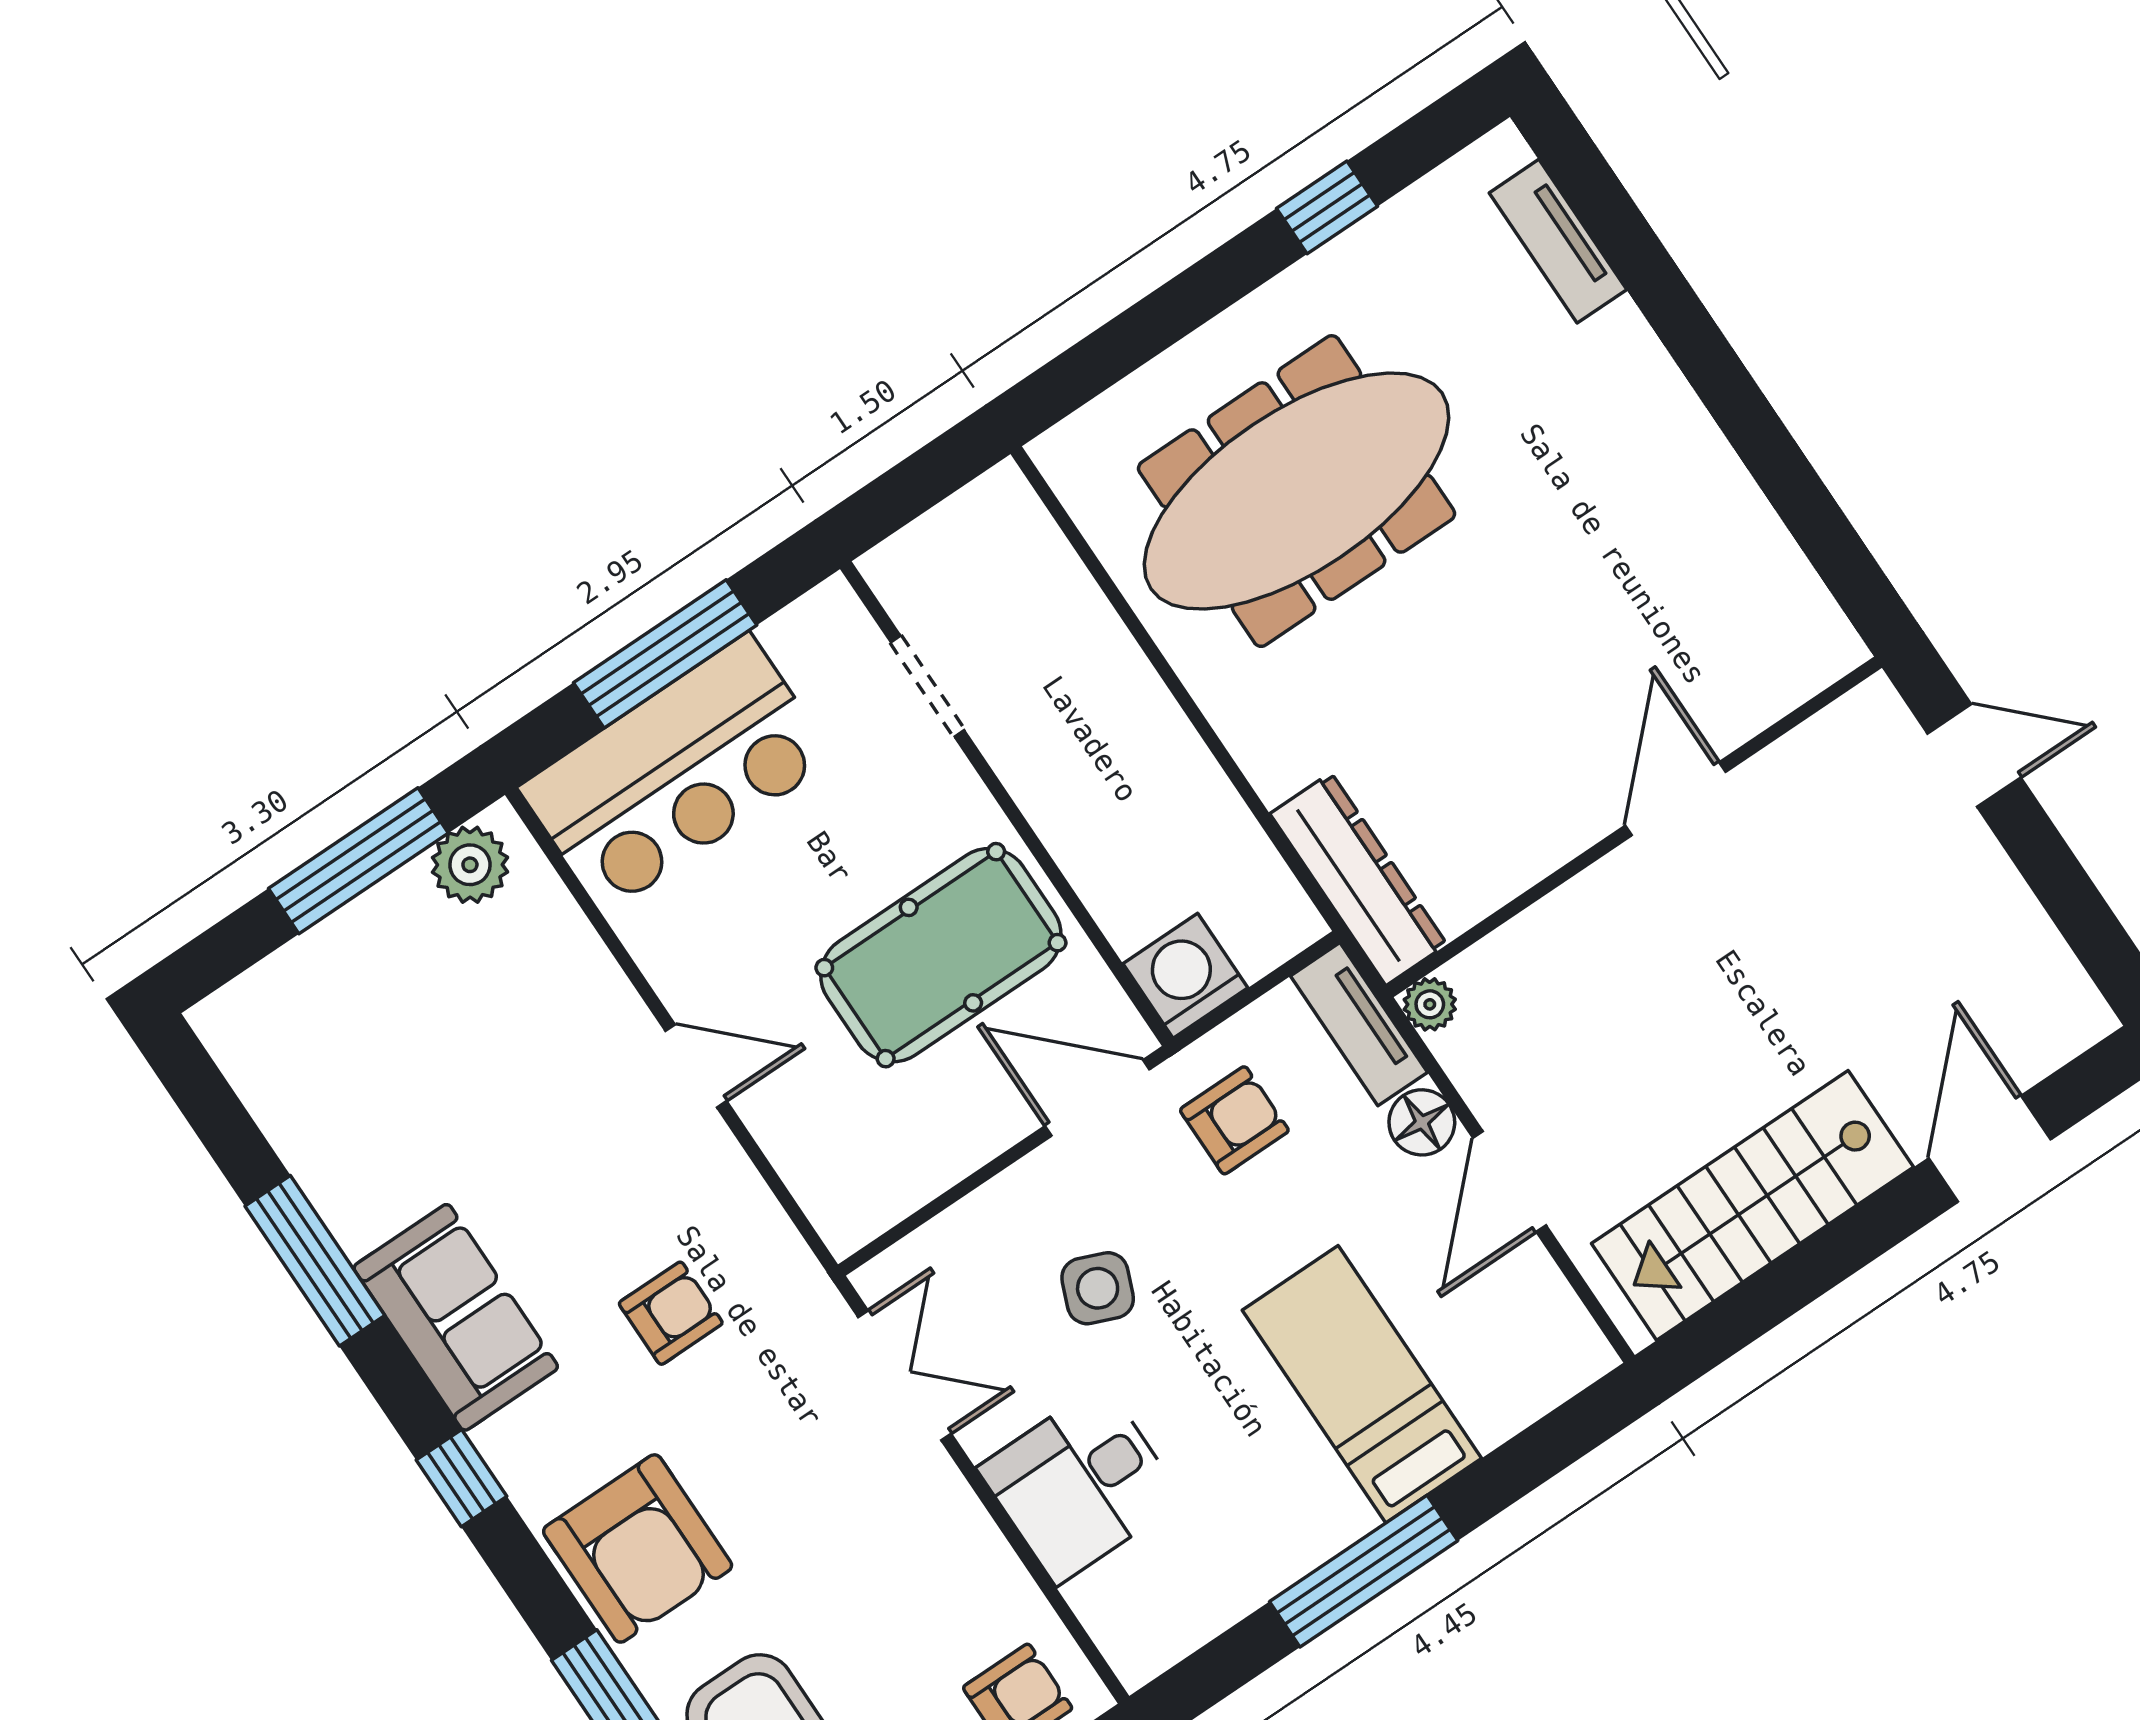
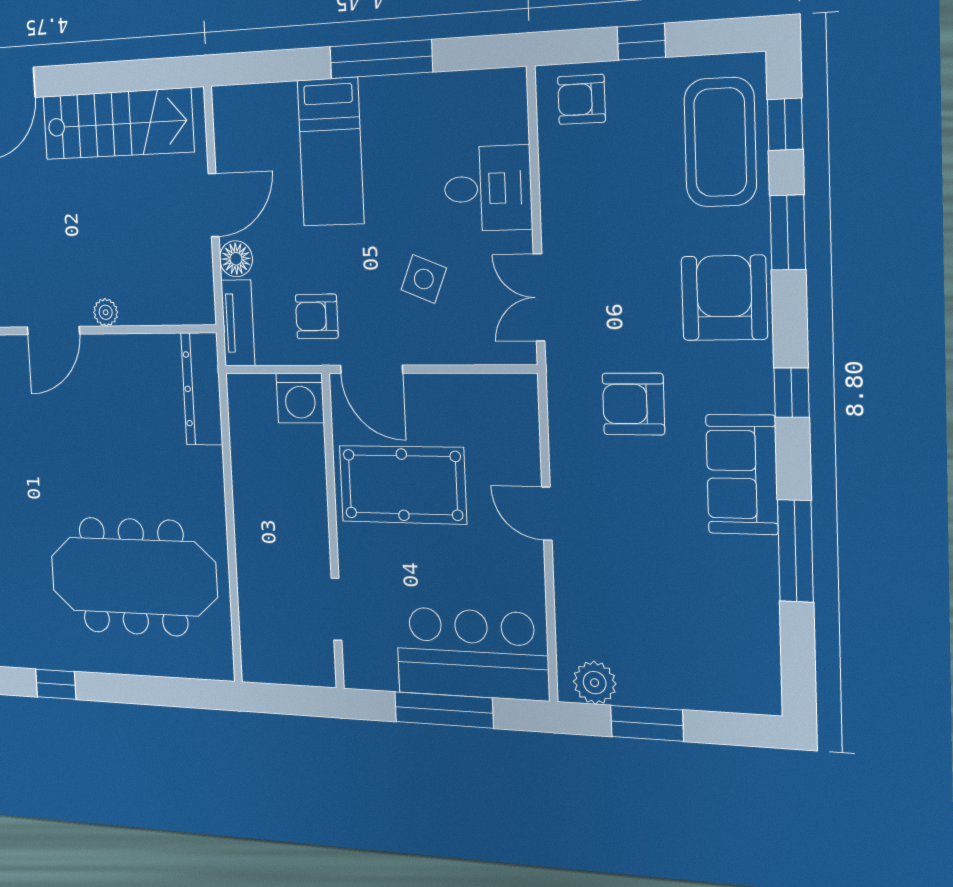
window: (358, 861) -> (647, 723), width x0.69
plant: (1430, 1004) -> (106, 312), moved
armchair: (671, 1313) -> (633, 404), width x1.38, depth x1.38

